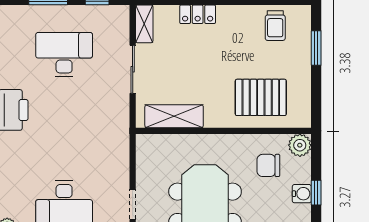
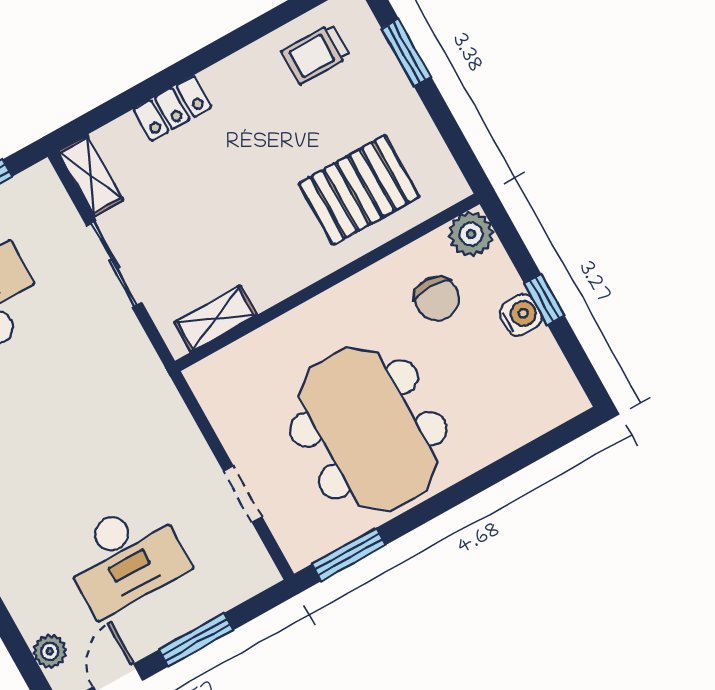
trolley: (275, 26) -> (315, 54), turned 90
shelving: (174, 116) -> (216, 319), width x0.67, depth x0.75
chair: (268, 165) -> (437, 299), turned -90

